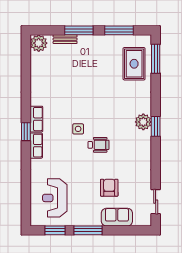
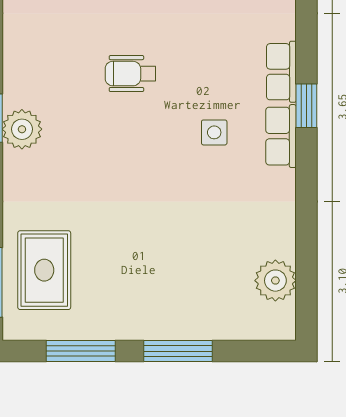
bench: (65, 39) -> (211, 330), removed
plant: (39, 43) -> (275, 281), moved
side table: (78, 129) -> (214, 132), moved

